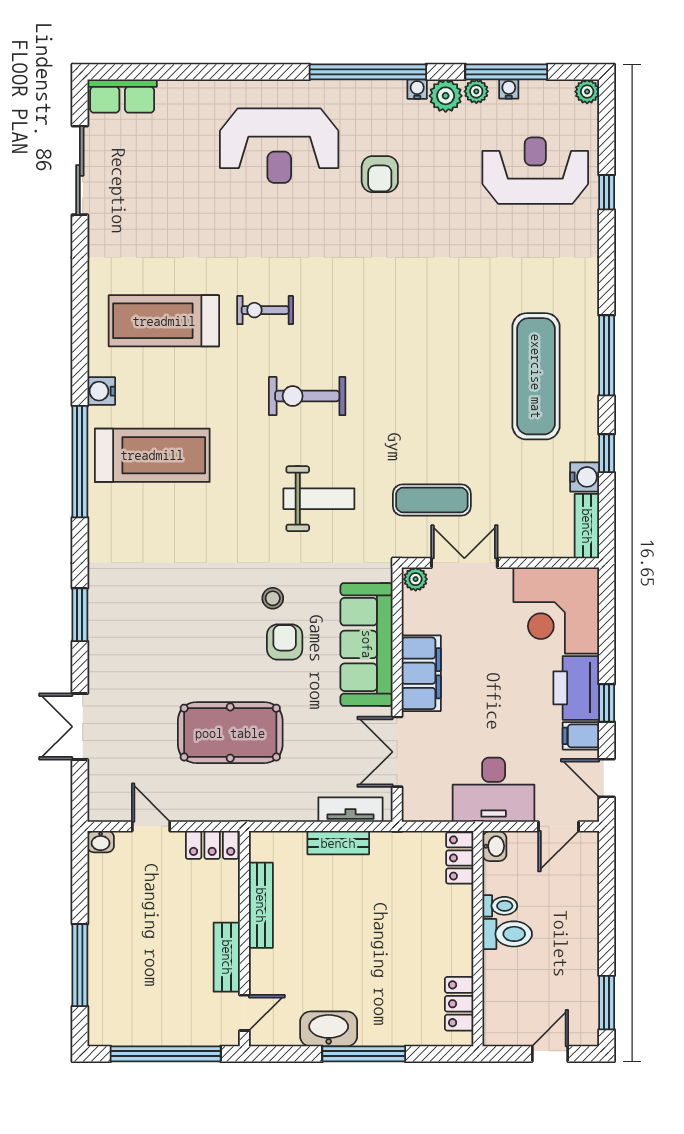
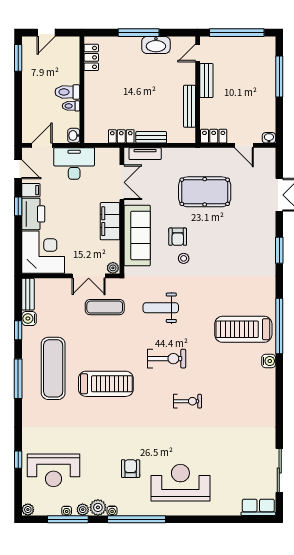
treadmill: (164, 321) -> (106, 384), moved
locker: (460, 858) -> (121, 136), moved, turned -90

